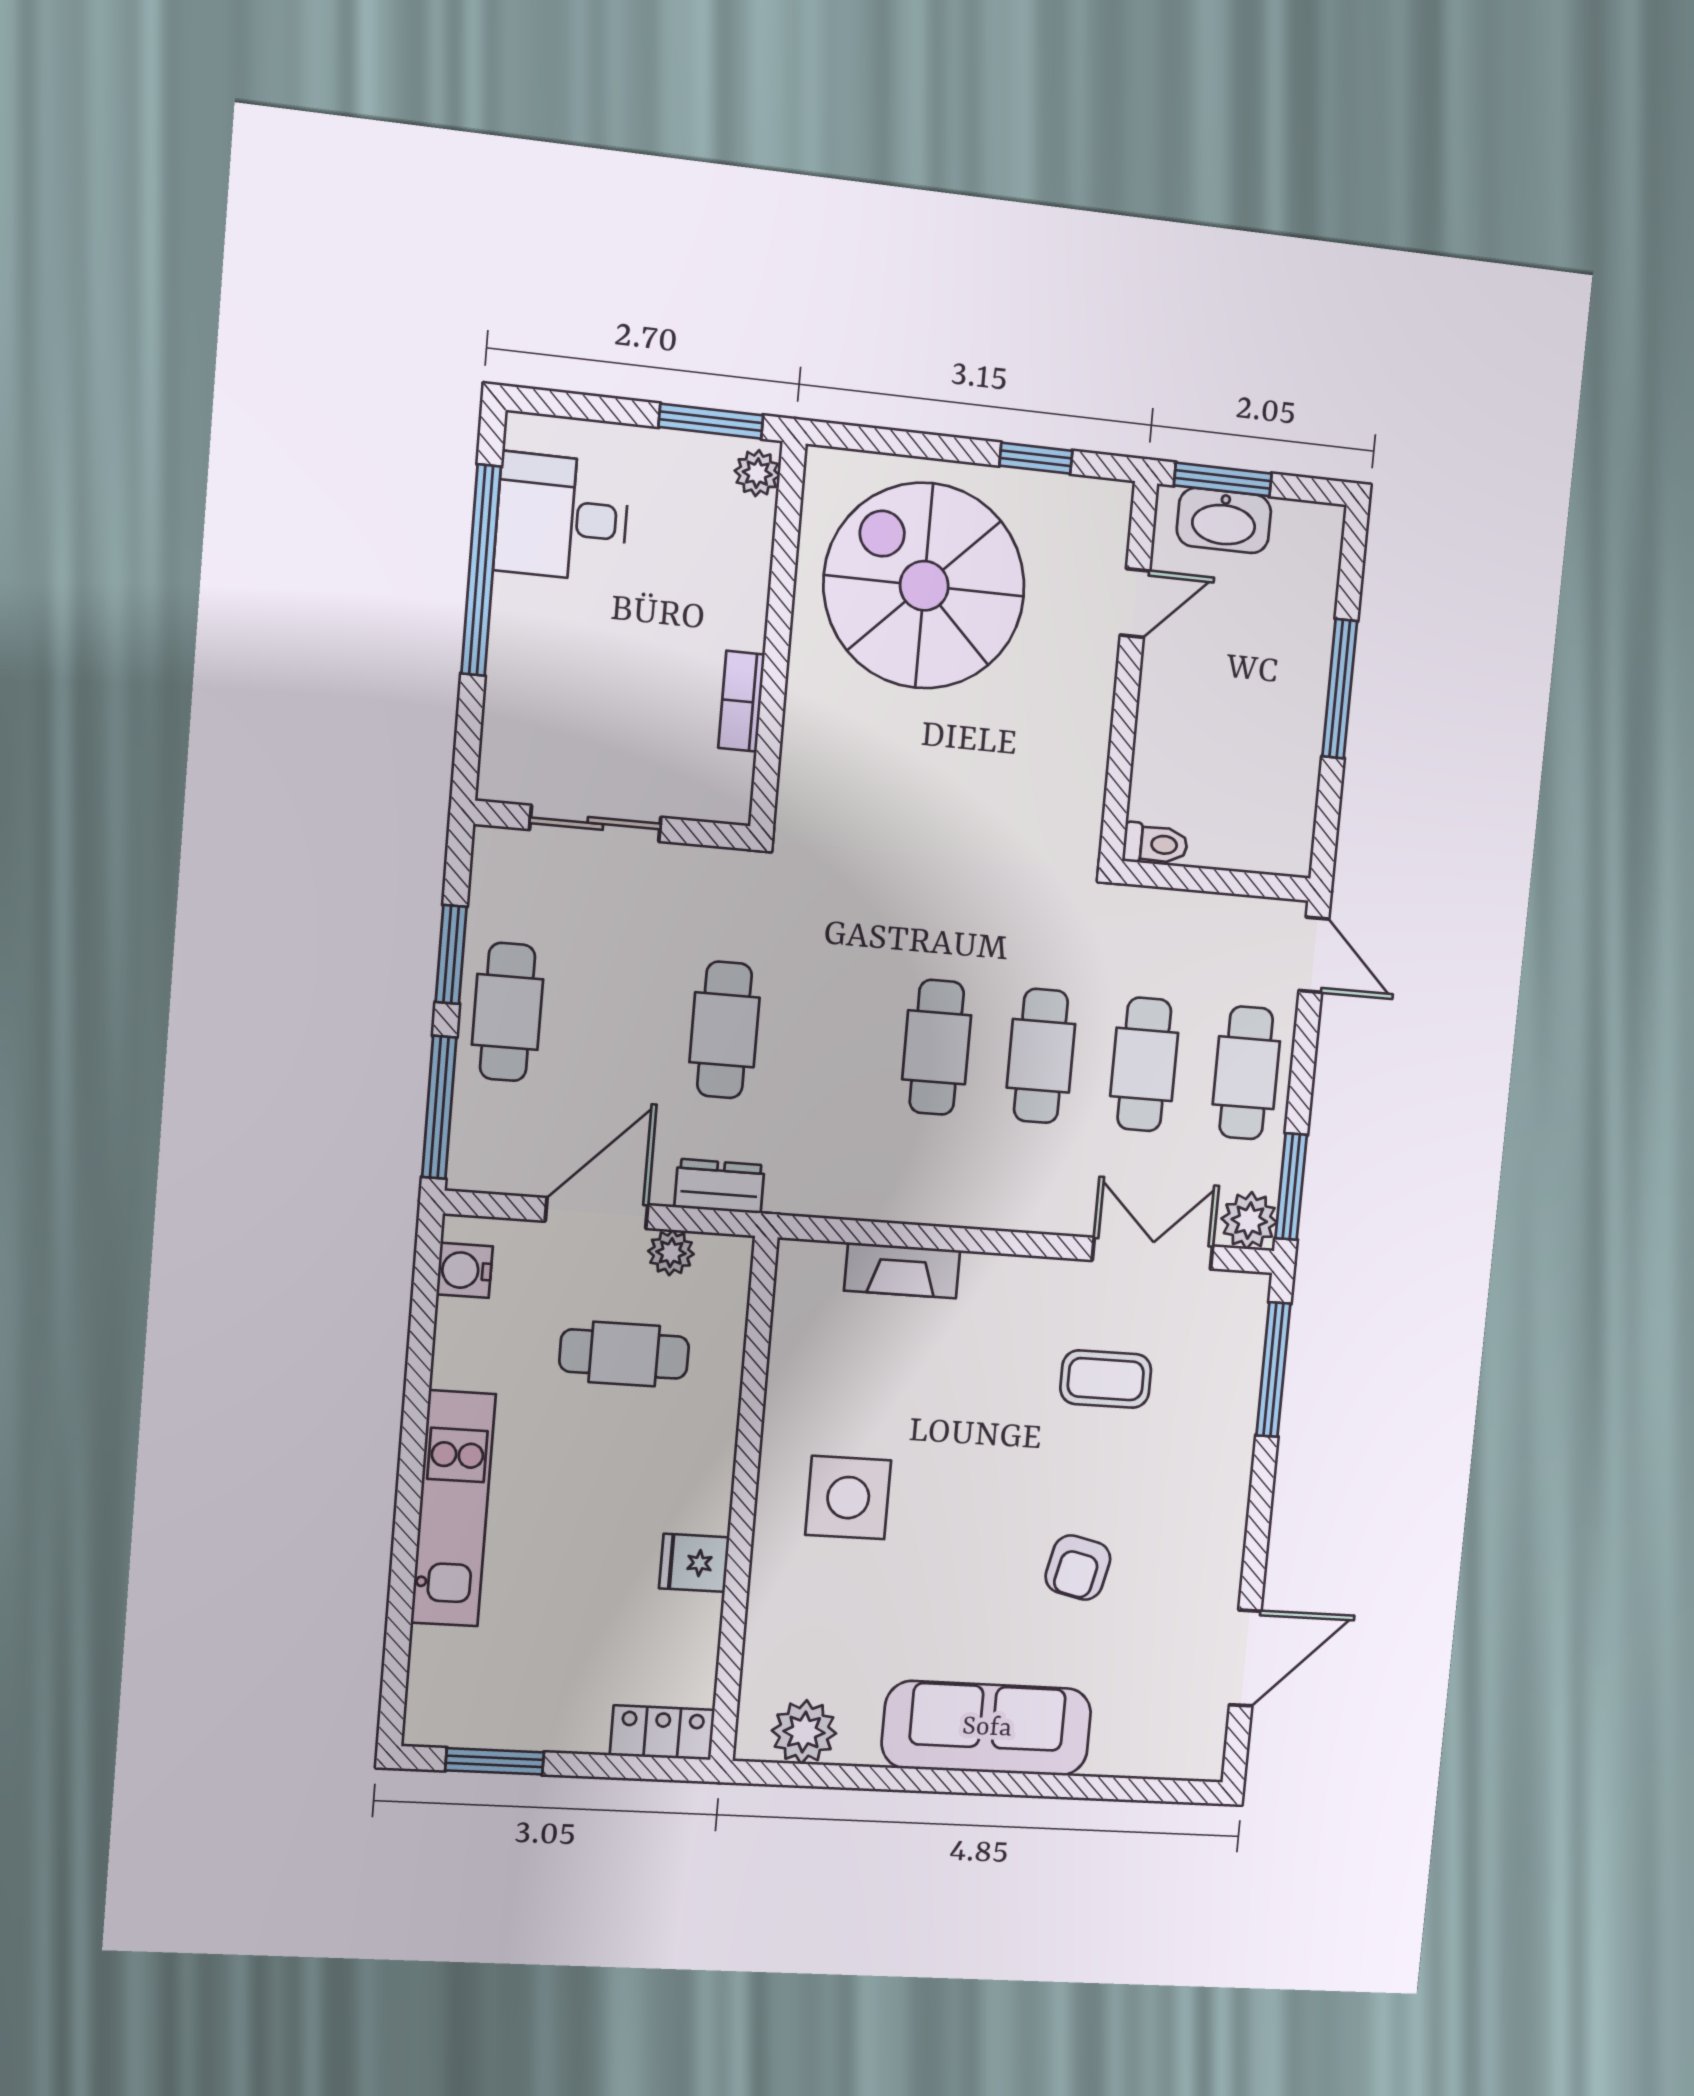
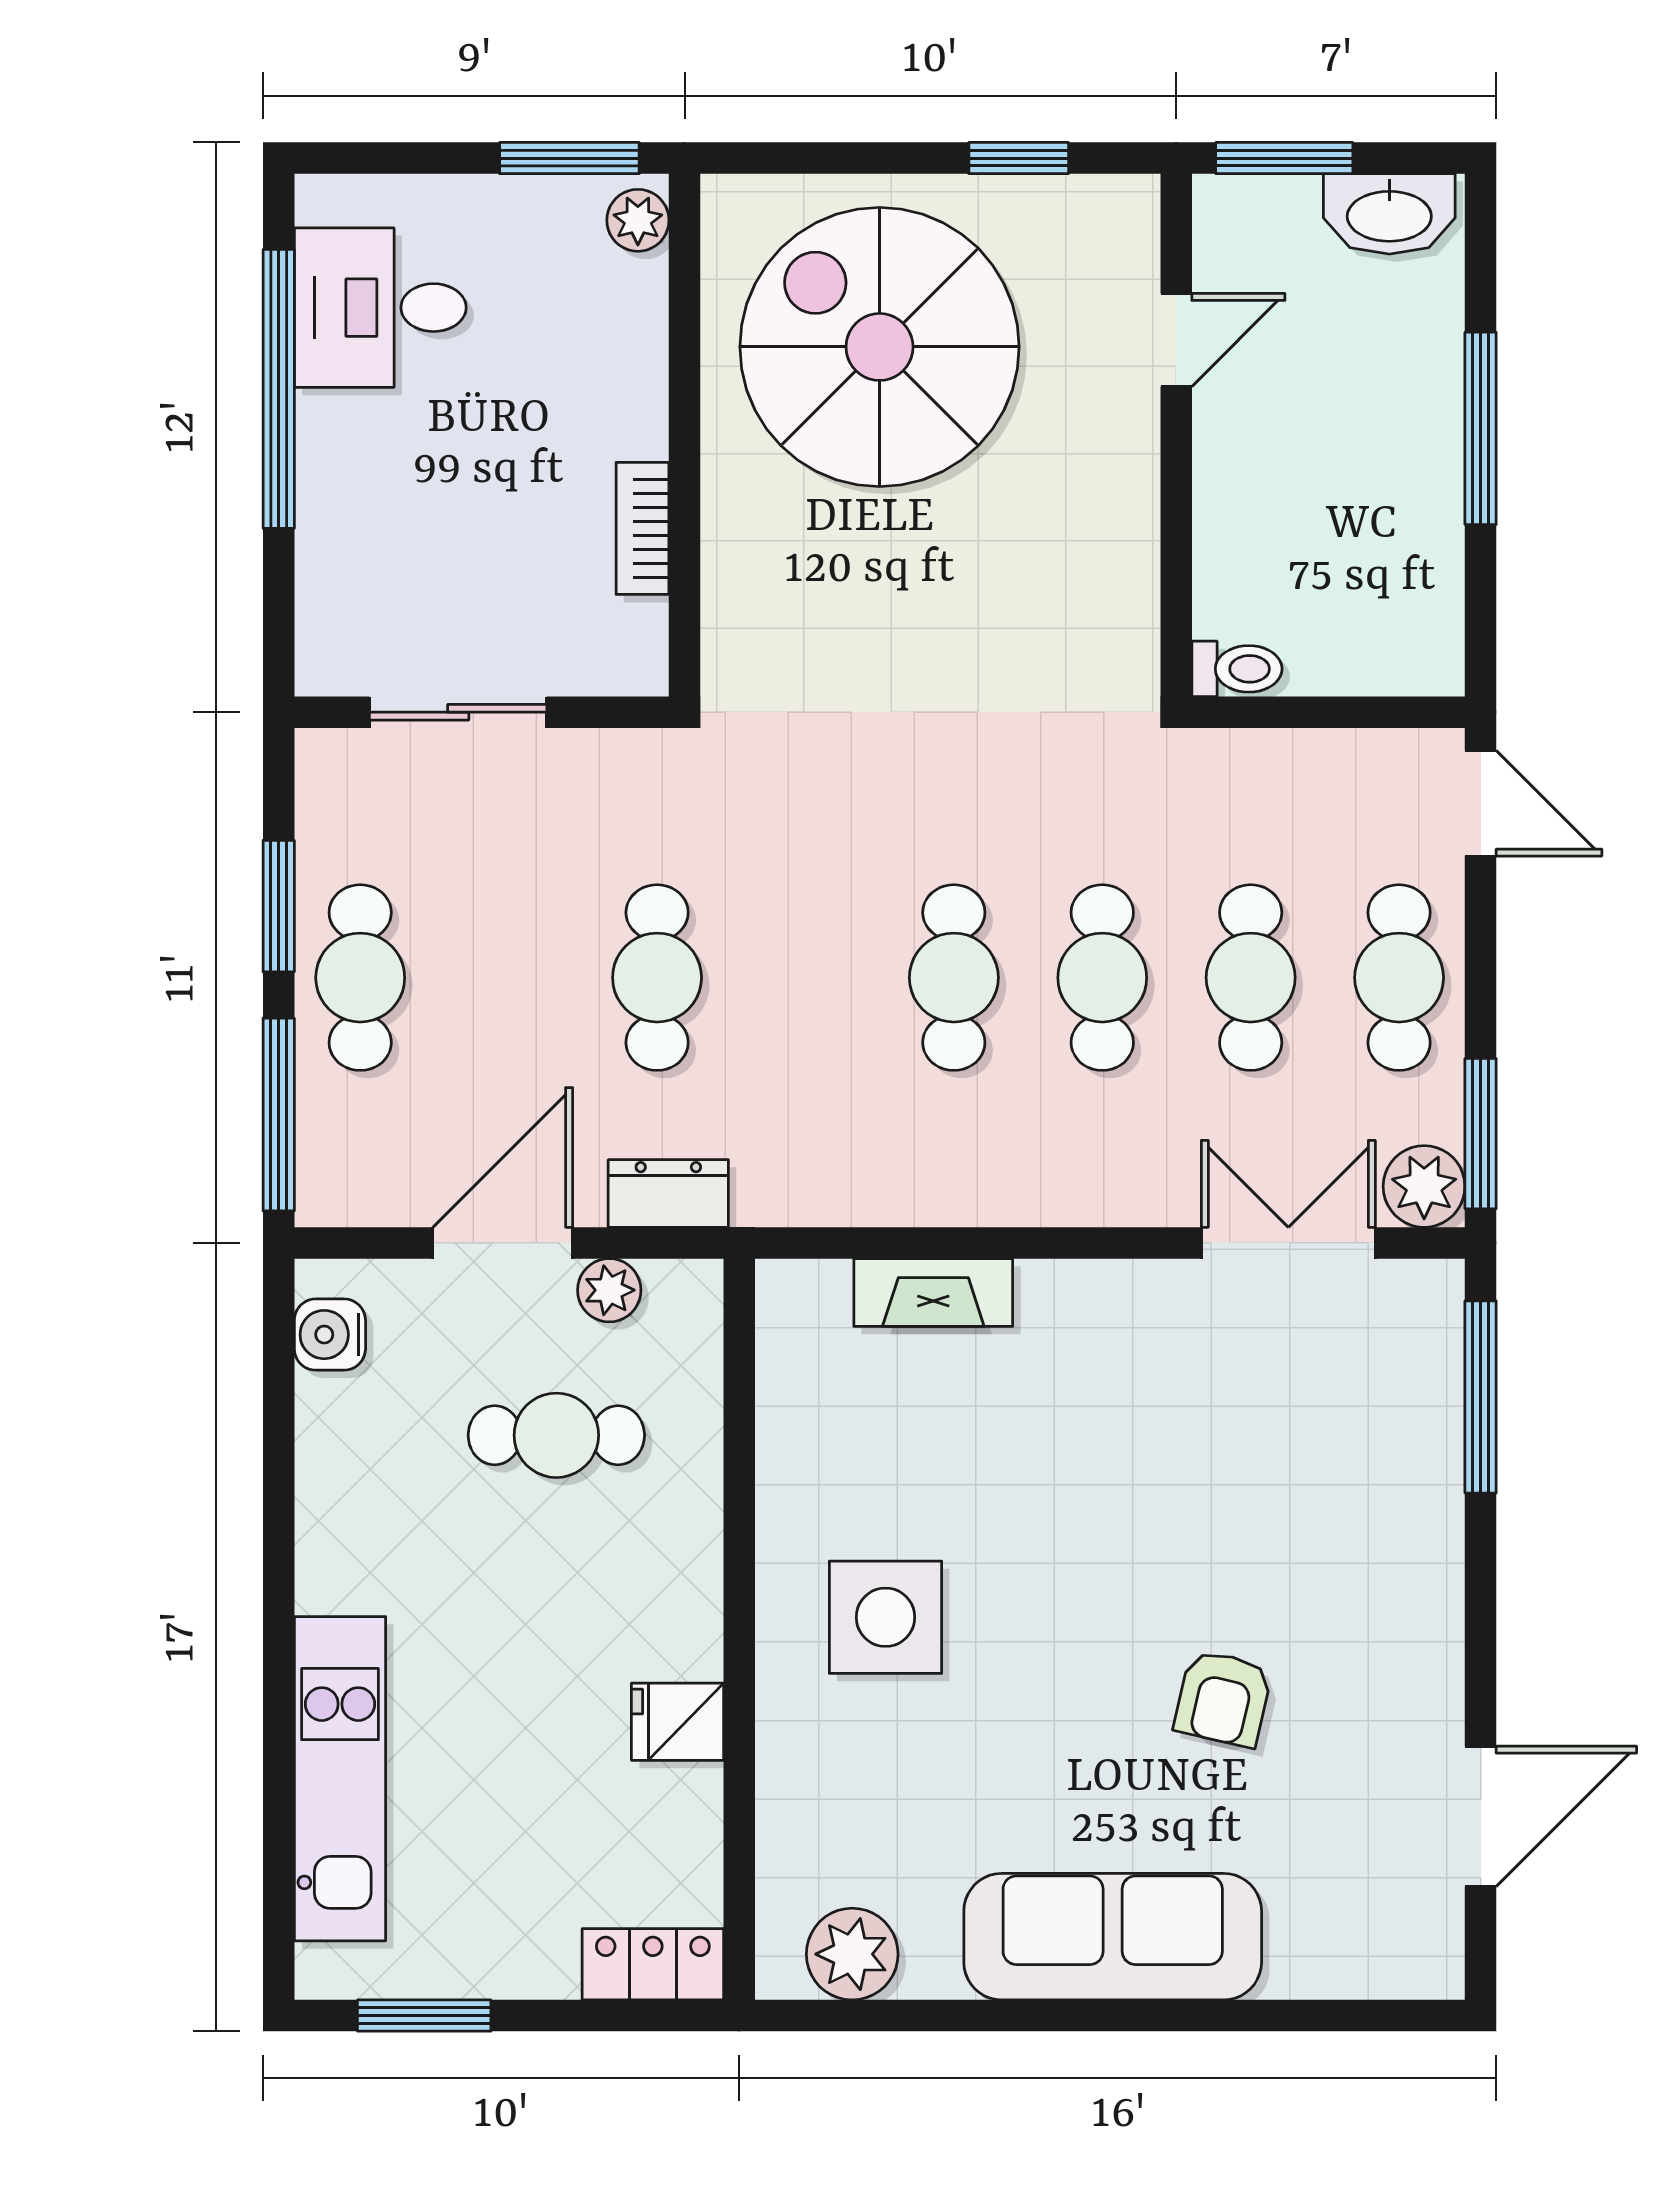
washbasin: (1224, 521) -> (1389, 214), moved
coffee table: (1106, 1379) -> (1238, 1426), removed
kitchen unit: (453, 1508) -> (340, 1779), moved

